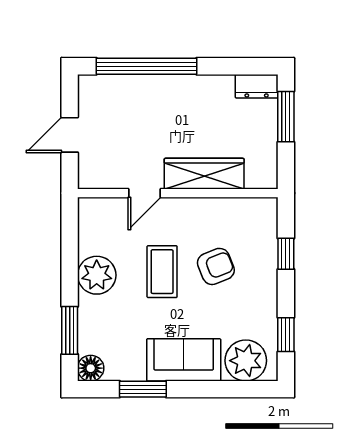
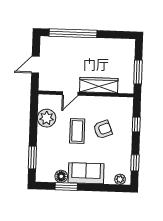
dresser: (257, 86) -> (125, 44), removed
window: (286, 117) -> (138, 72), moved
plant: (97, 275) -> (47, 118), moved
plant: (246, 361) -> (120, 179), width x0.53, depth x0.53
floor lamp: (91, 368) -> (61, 176), moved

